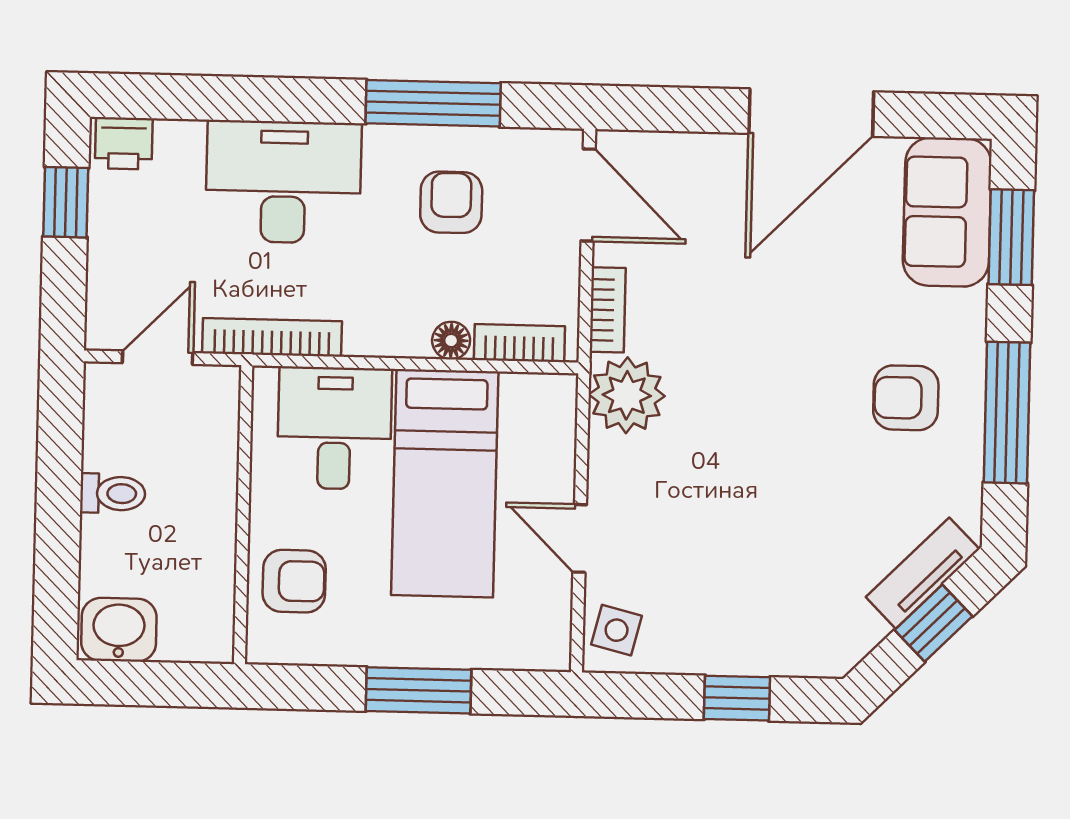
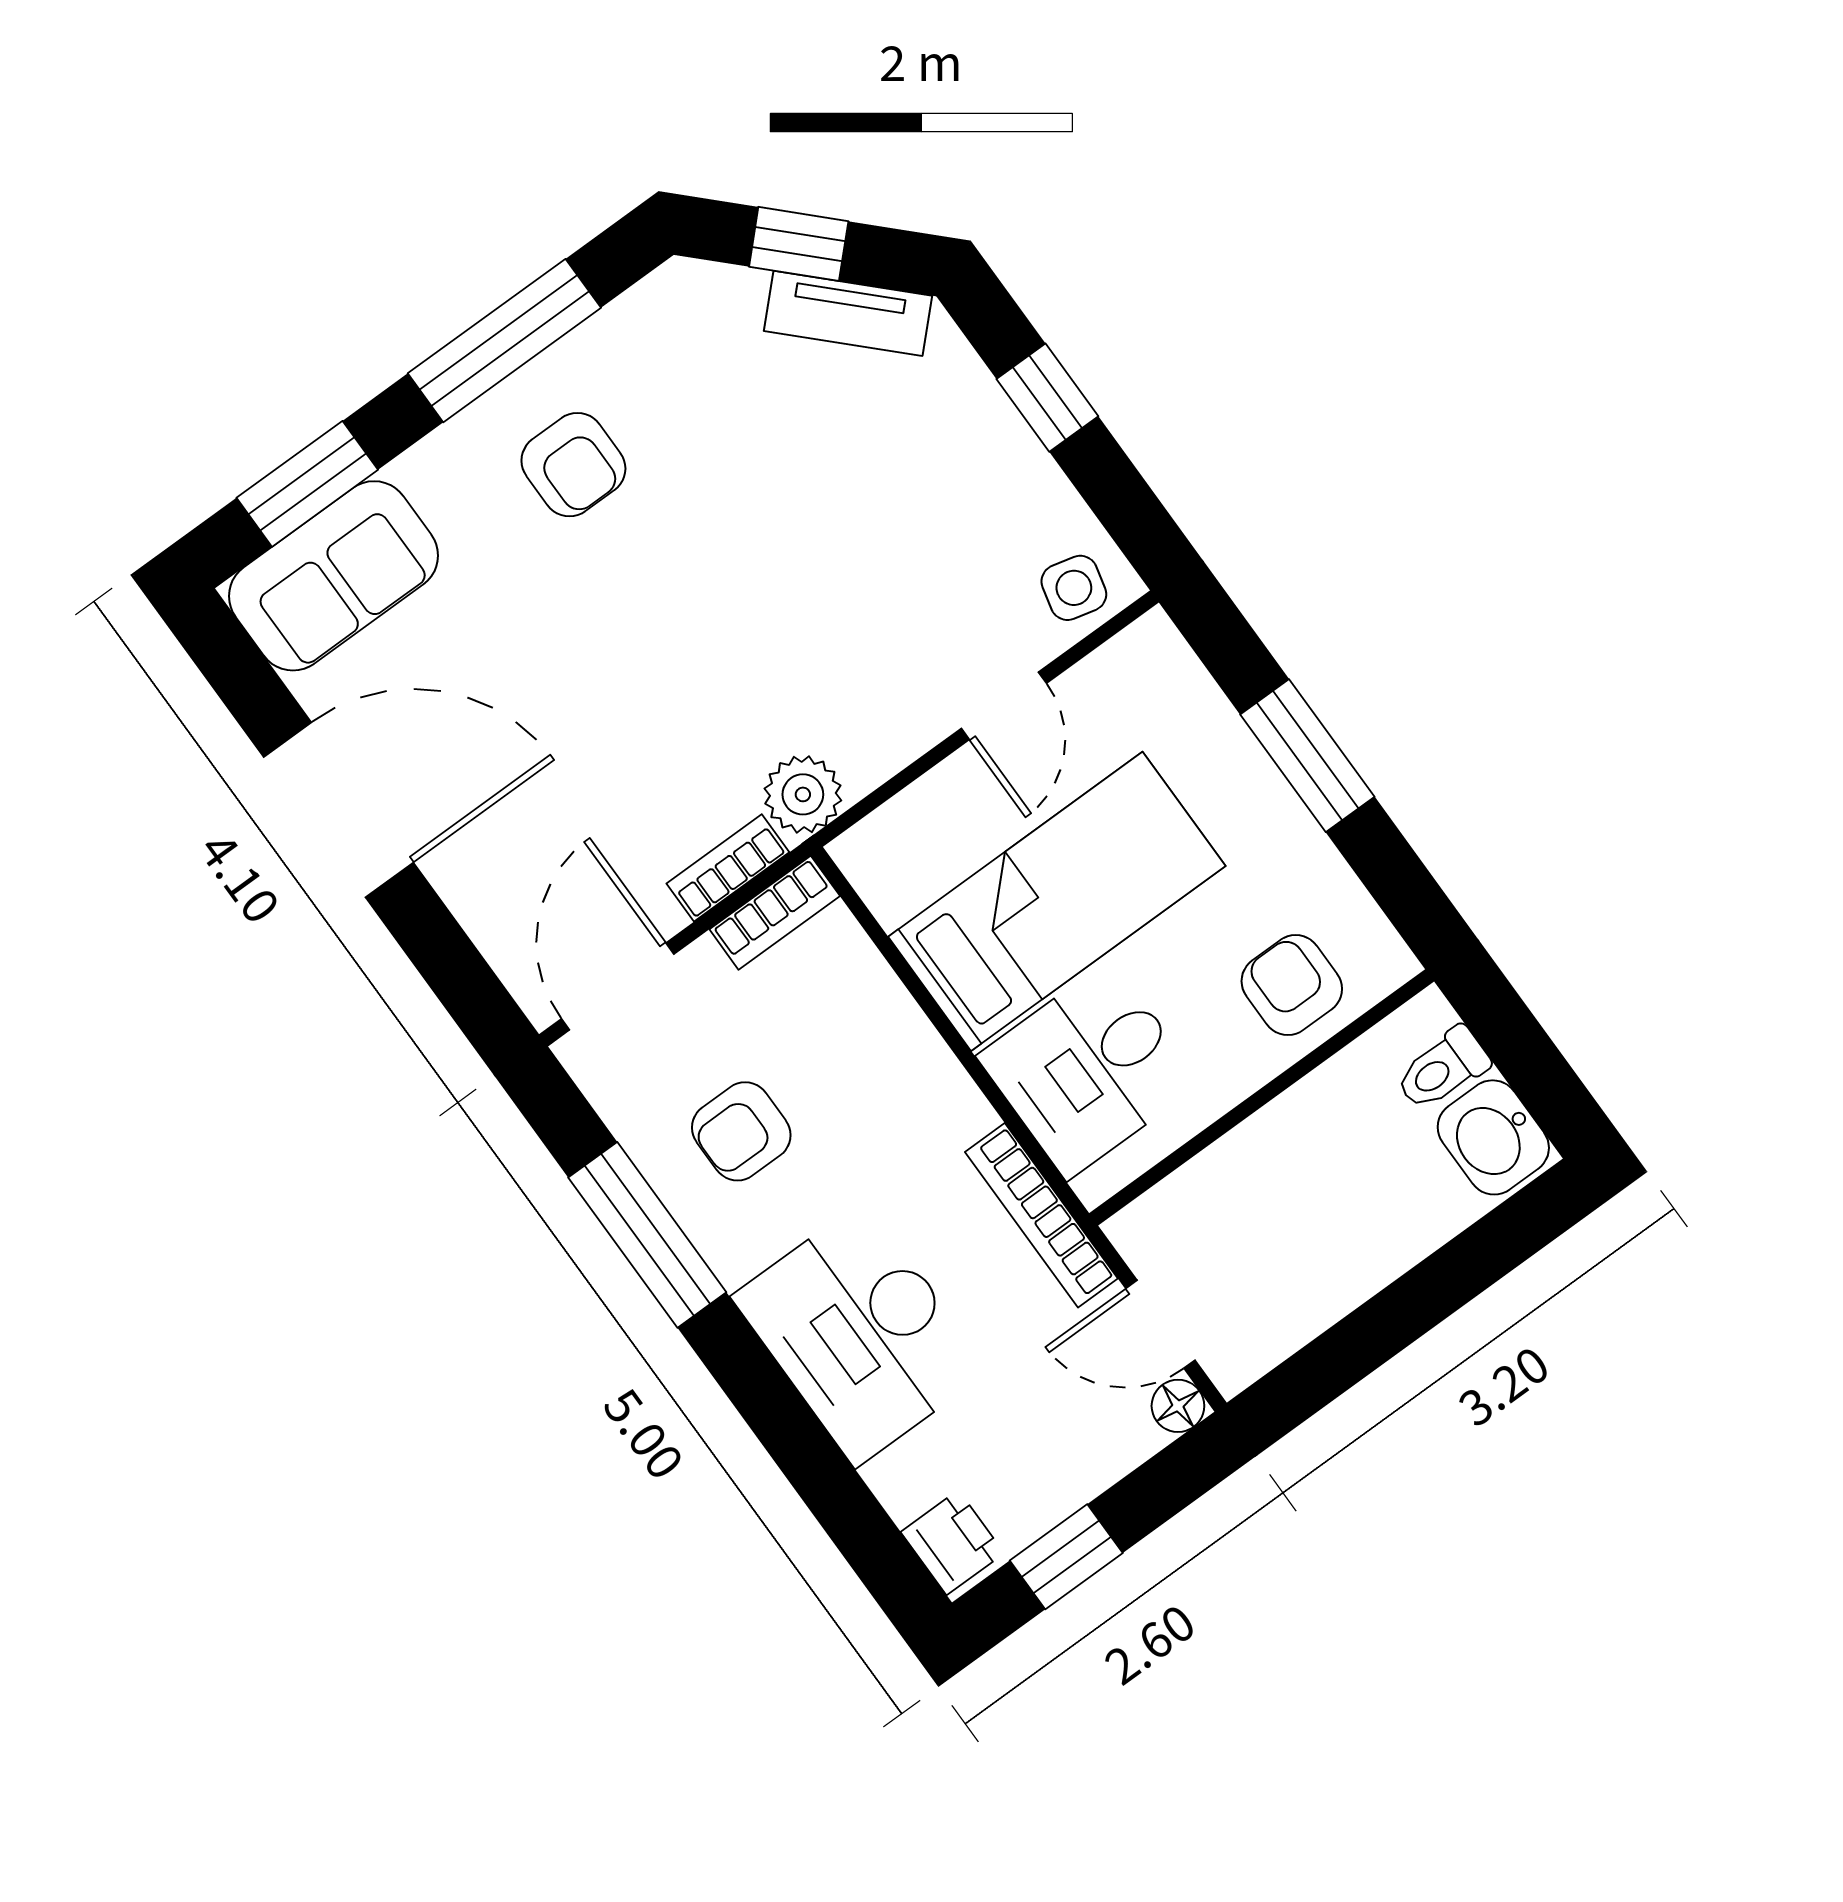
floor lamp: (451, 341) -> (1178, 1406), moved
bookcase: (519, 343) -> (775, 913), moved, turned -90
plant: (627, 395) -> (803, 794), width x0.73, depth x0.73
toilet: (113, 493) -> (1442, 1069), moved, turned -90
tv unit: (923, 573) -> (848, 313), moved

